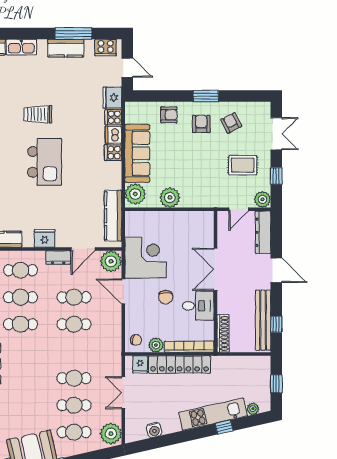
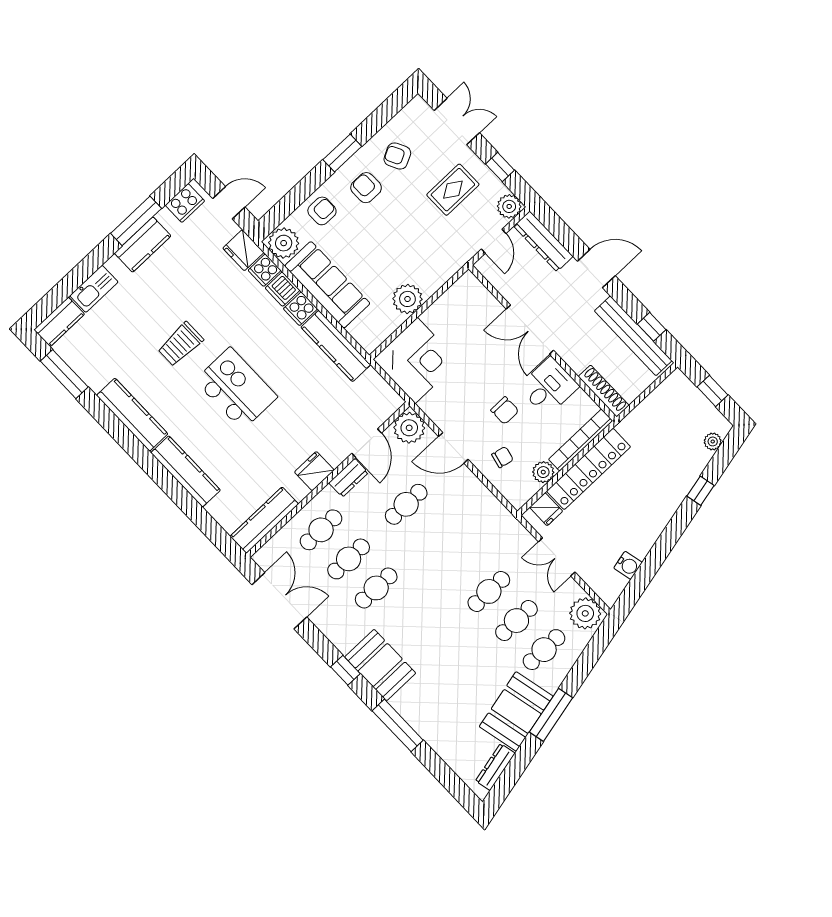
plant: (135, 194) -> (284, 243), moved
kitchen counter: (113, 216) -> (336, 346), moved
corner desk: (146, 258) -> (416, 361), moved, turned 90
cafe table: (74, 324) -> (434, 533), removed
chair: (136, 340) -> (502, 457), moved
kitchen unit: (213, 414) -> (675, 488), removed

